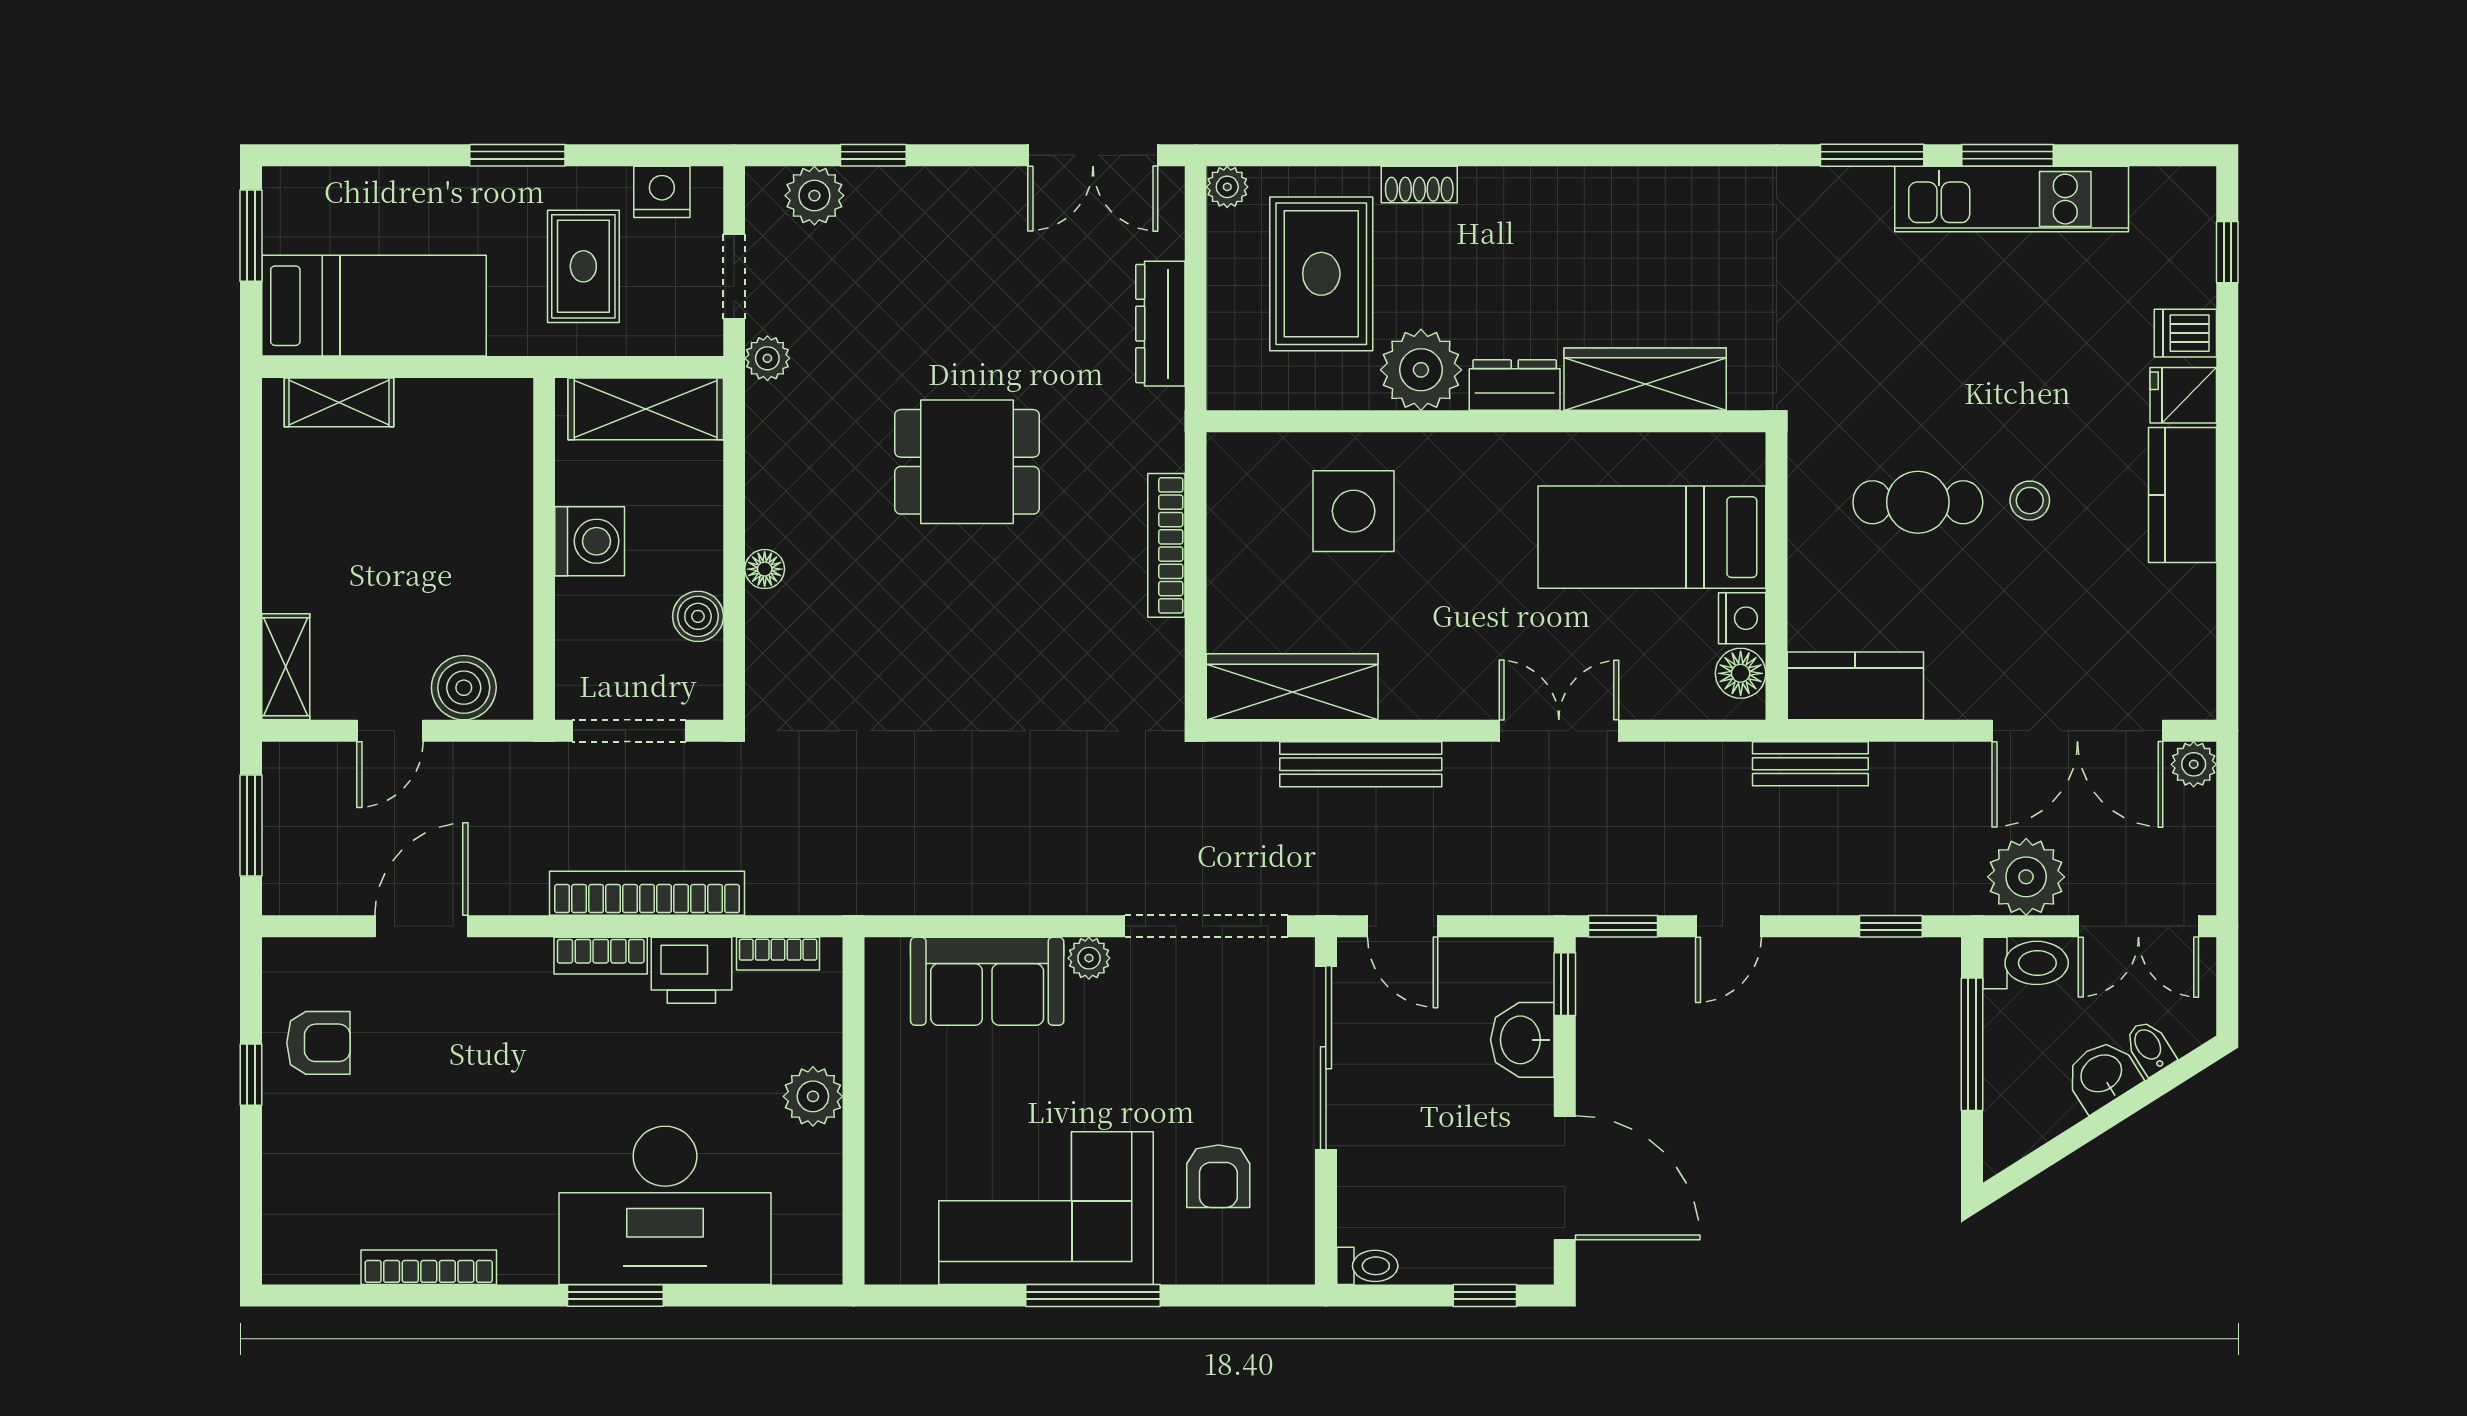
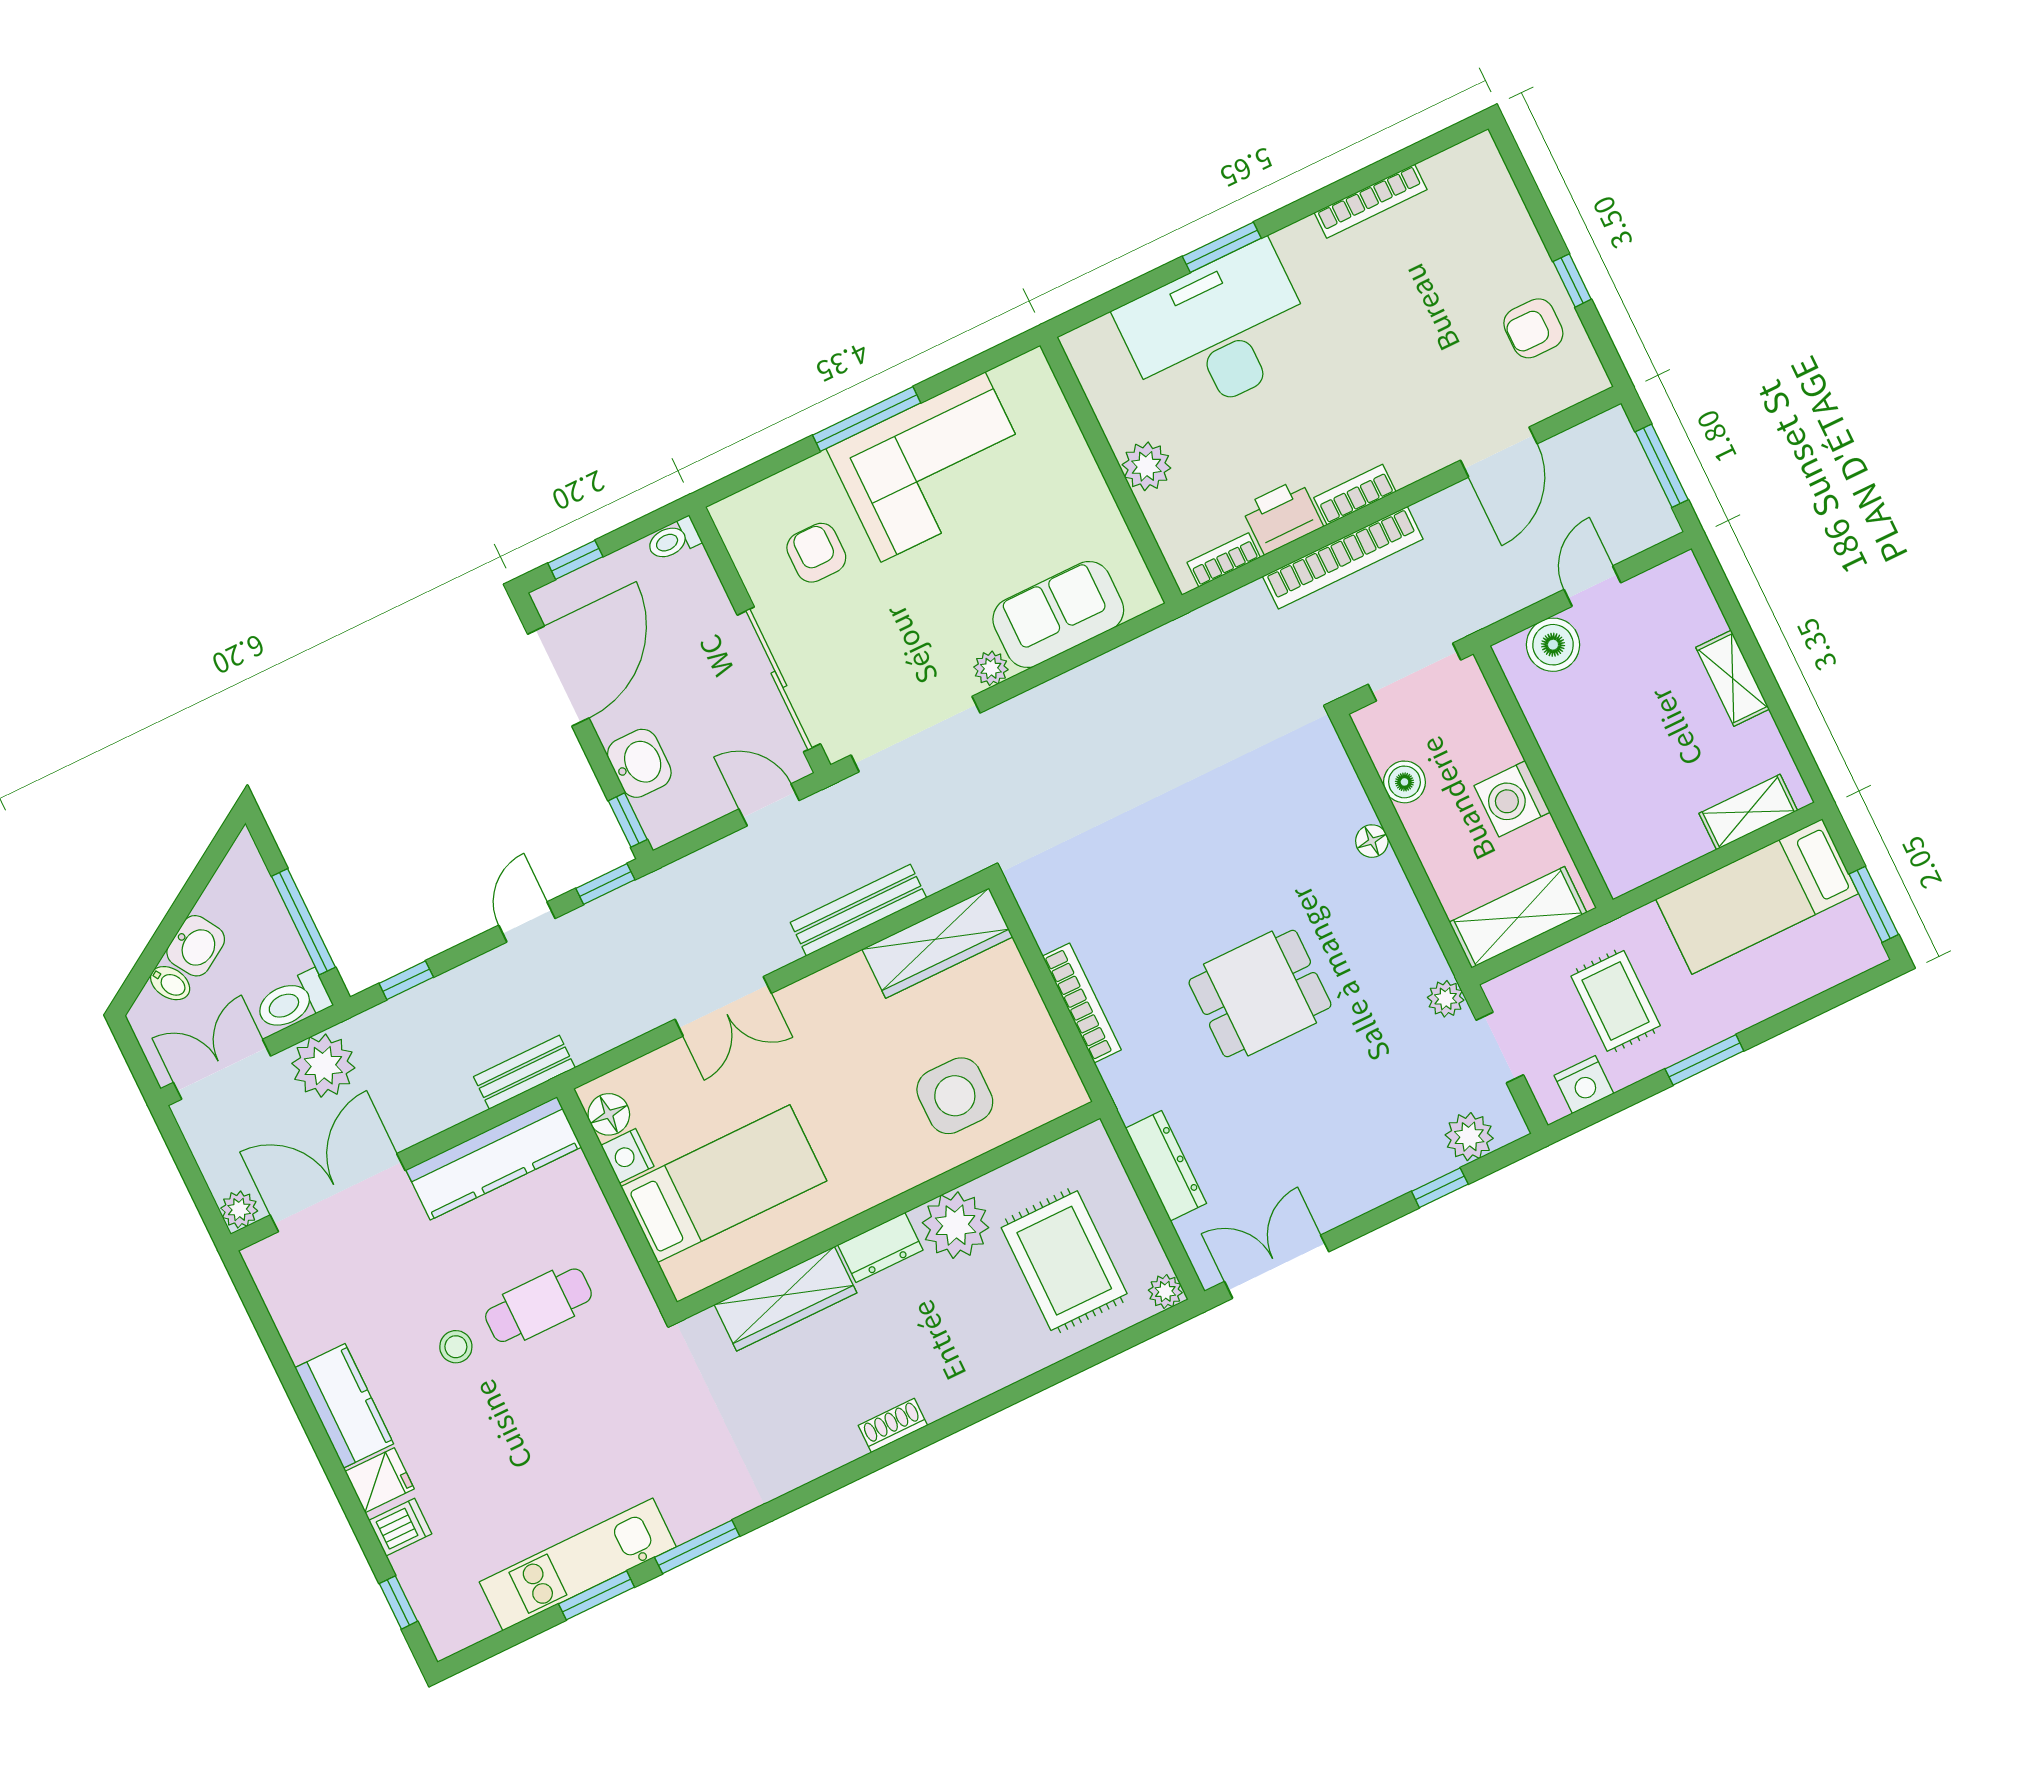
shoe rack: (1419, 184) -> (893, 1425), moved
shelving: (286, 667) -> (1733, 678), moved
kitchen counter: (1855, 686) -> (494, 1158), width x1.50
door: (1565, 1178) -> (558, 676), swing flipped

